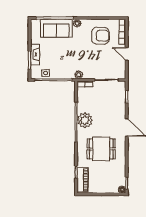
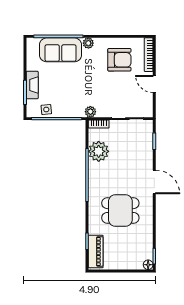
plant: (85, 120) -> (99, 151), moved

